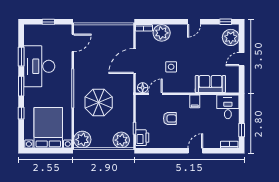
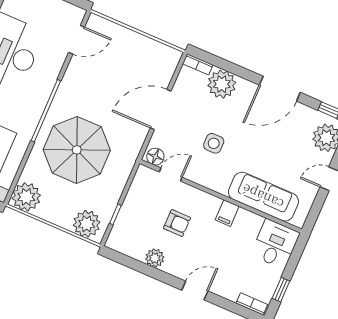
door: (194, 22) -> (280, 89), width x1.88
sofa: (210, 84) -> (263, 197), width x1.36
parasol: (99, 102) -> (77, 150), width x1.36, depth x1.36
printer: (142, 138) -> (121, 234), removed
plant: (166, 143) -> (155, 258), added

